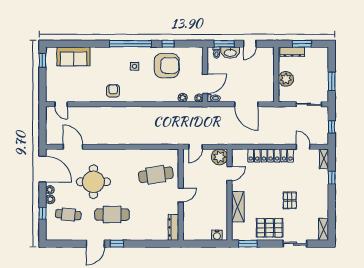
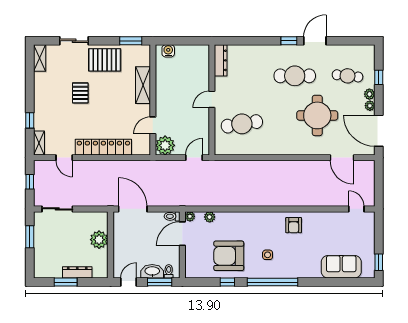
wall: (276, 75) -> (111, 245), moved
plant: (286, 79) -> (99, 240), moved

